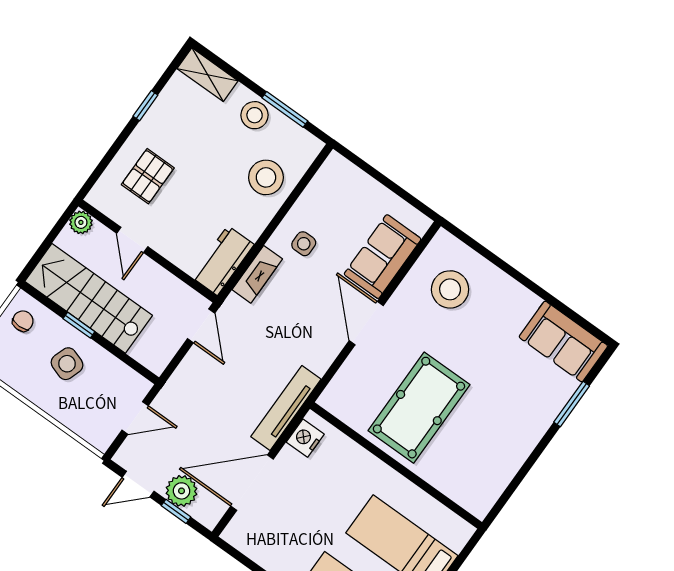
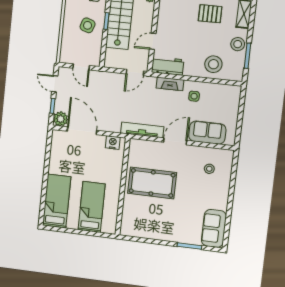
pallet: (148, 176) -> (210, 14), moved
door: (132, 240) -> (153, 41), moved
stool: (450, 289) -> (209, 169), width x0.53, depth x0.53
tv unit: (286, 408) -> (142, 130), moved
plant: (182, 491) -> (61, 119), moved

